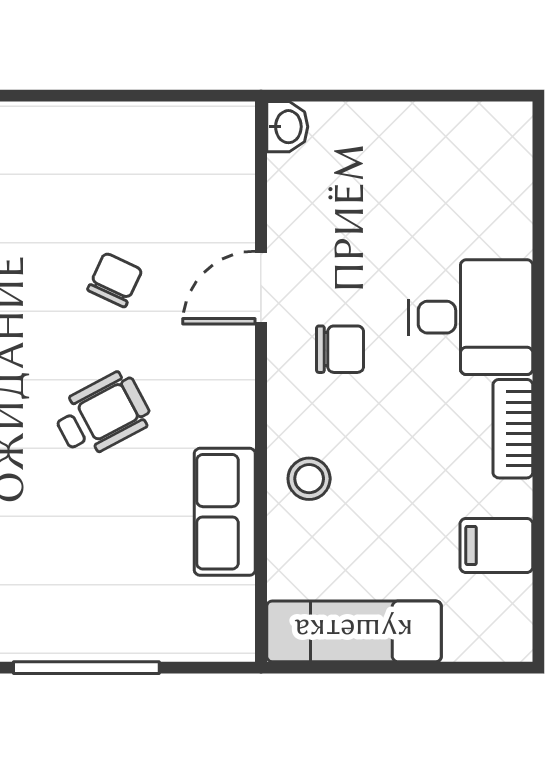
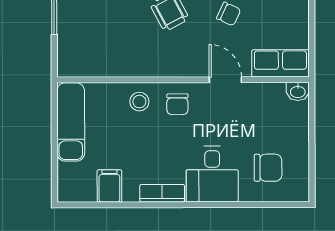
chair: (456, 193) -> (268, 168), added
chair: (340, 349) -> (177, 104), moved
row of seats: (225, 512) -> (280, 63), moved

